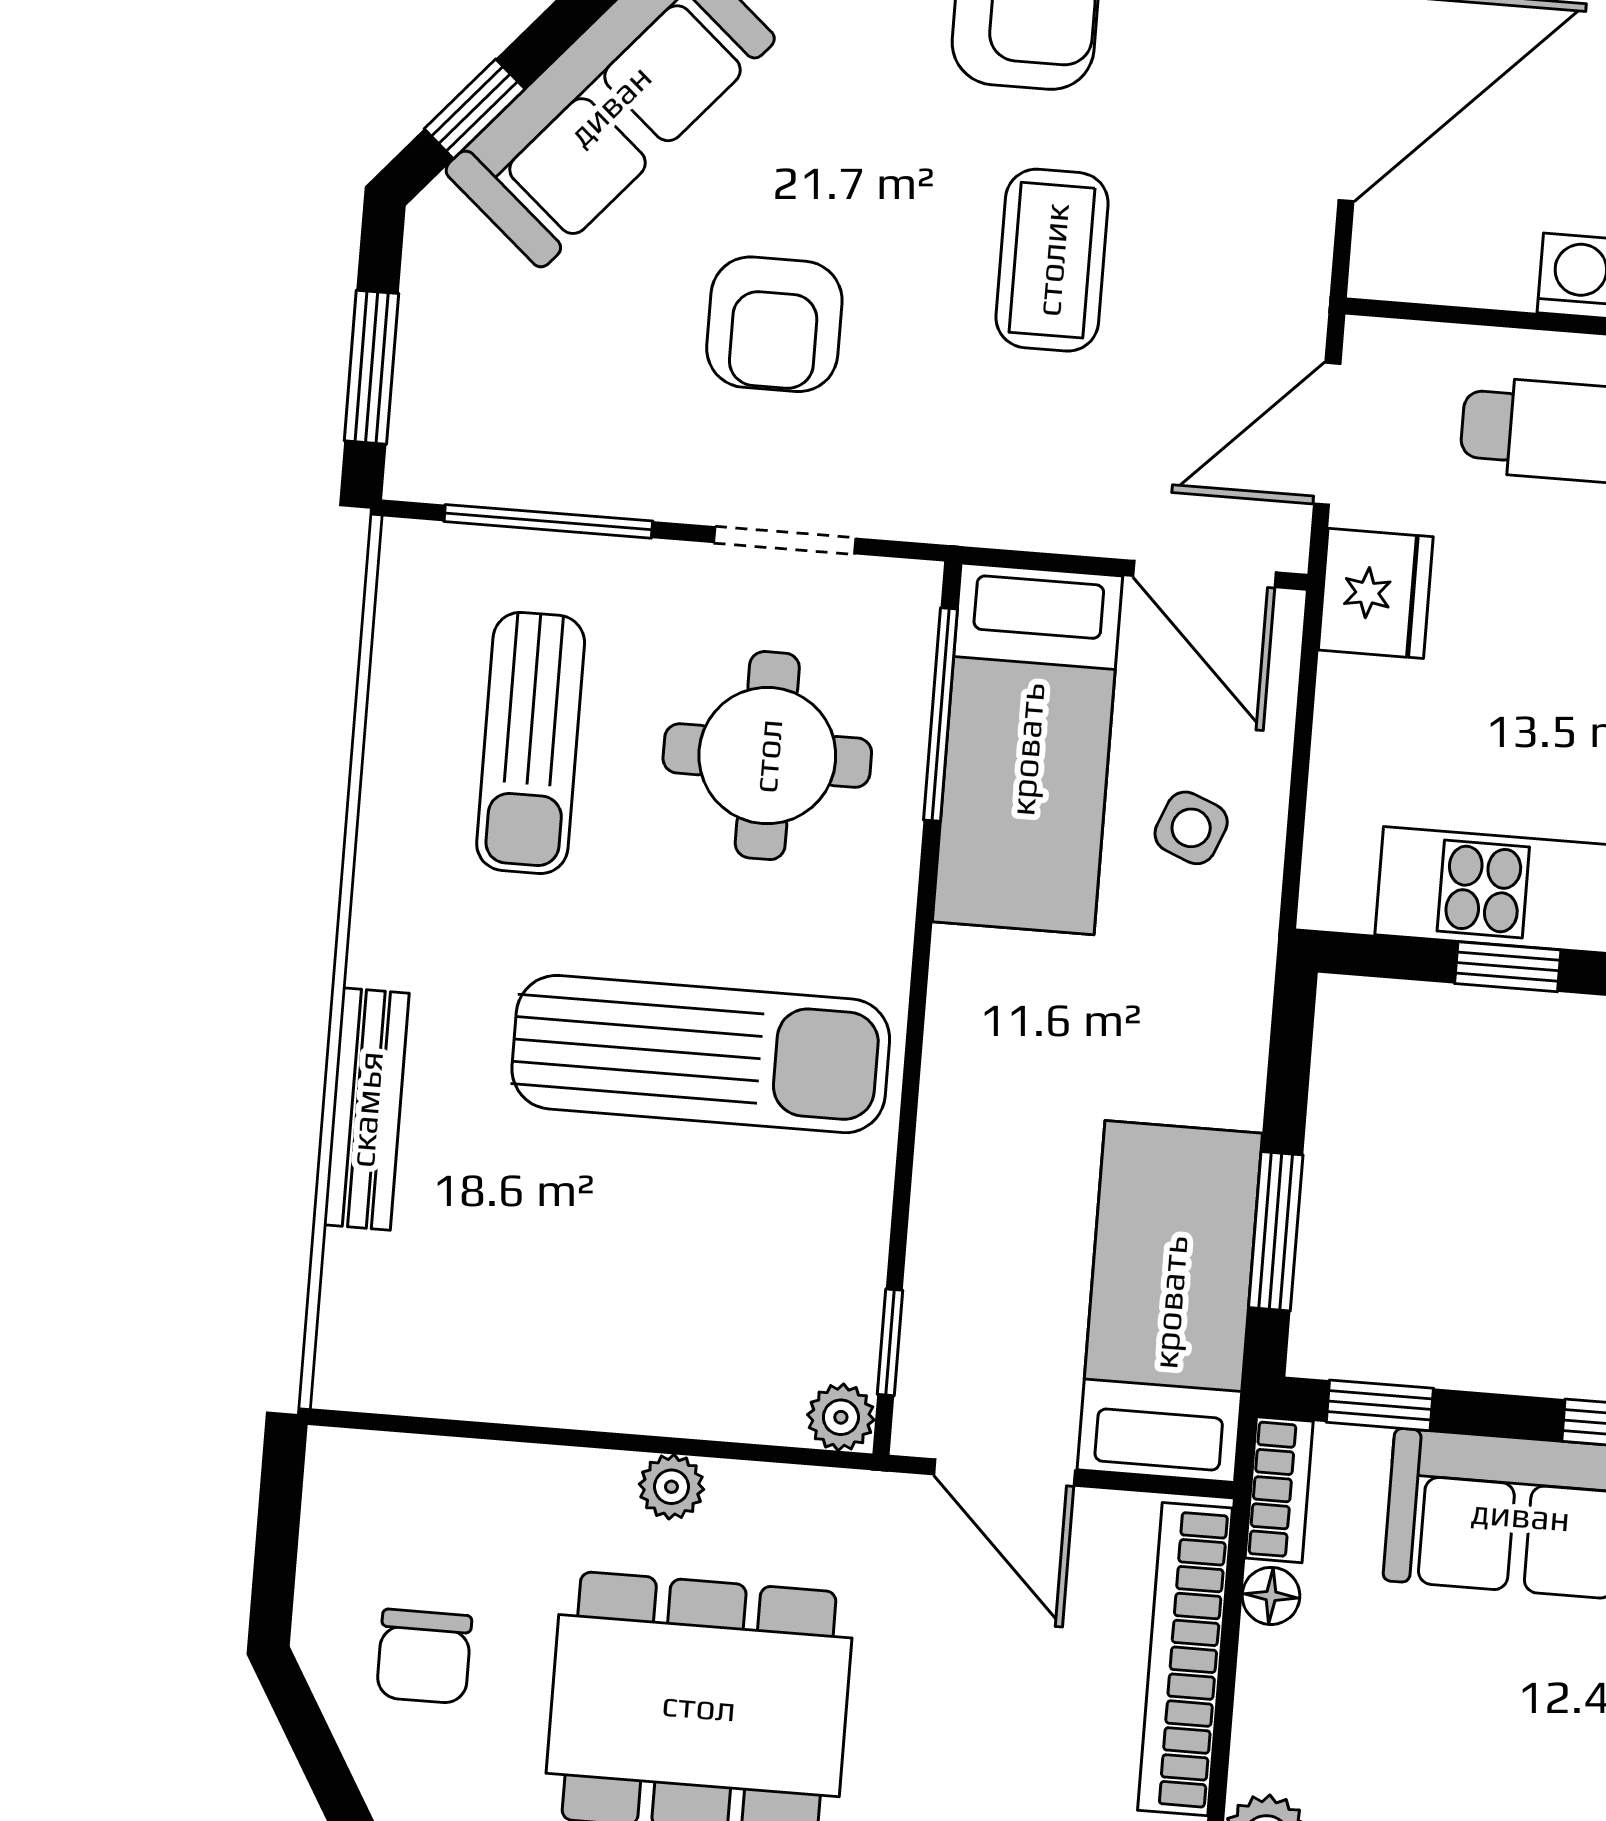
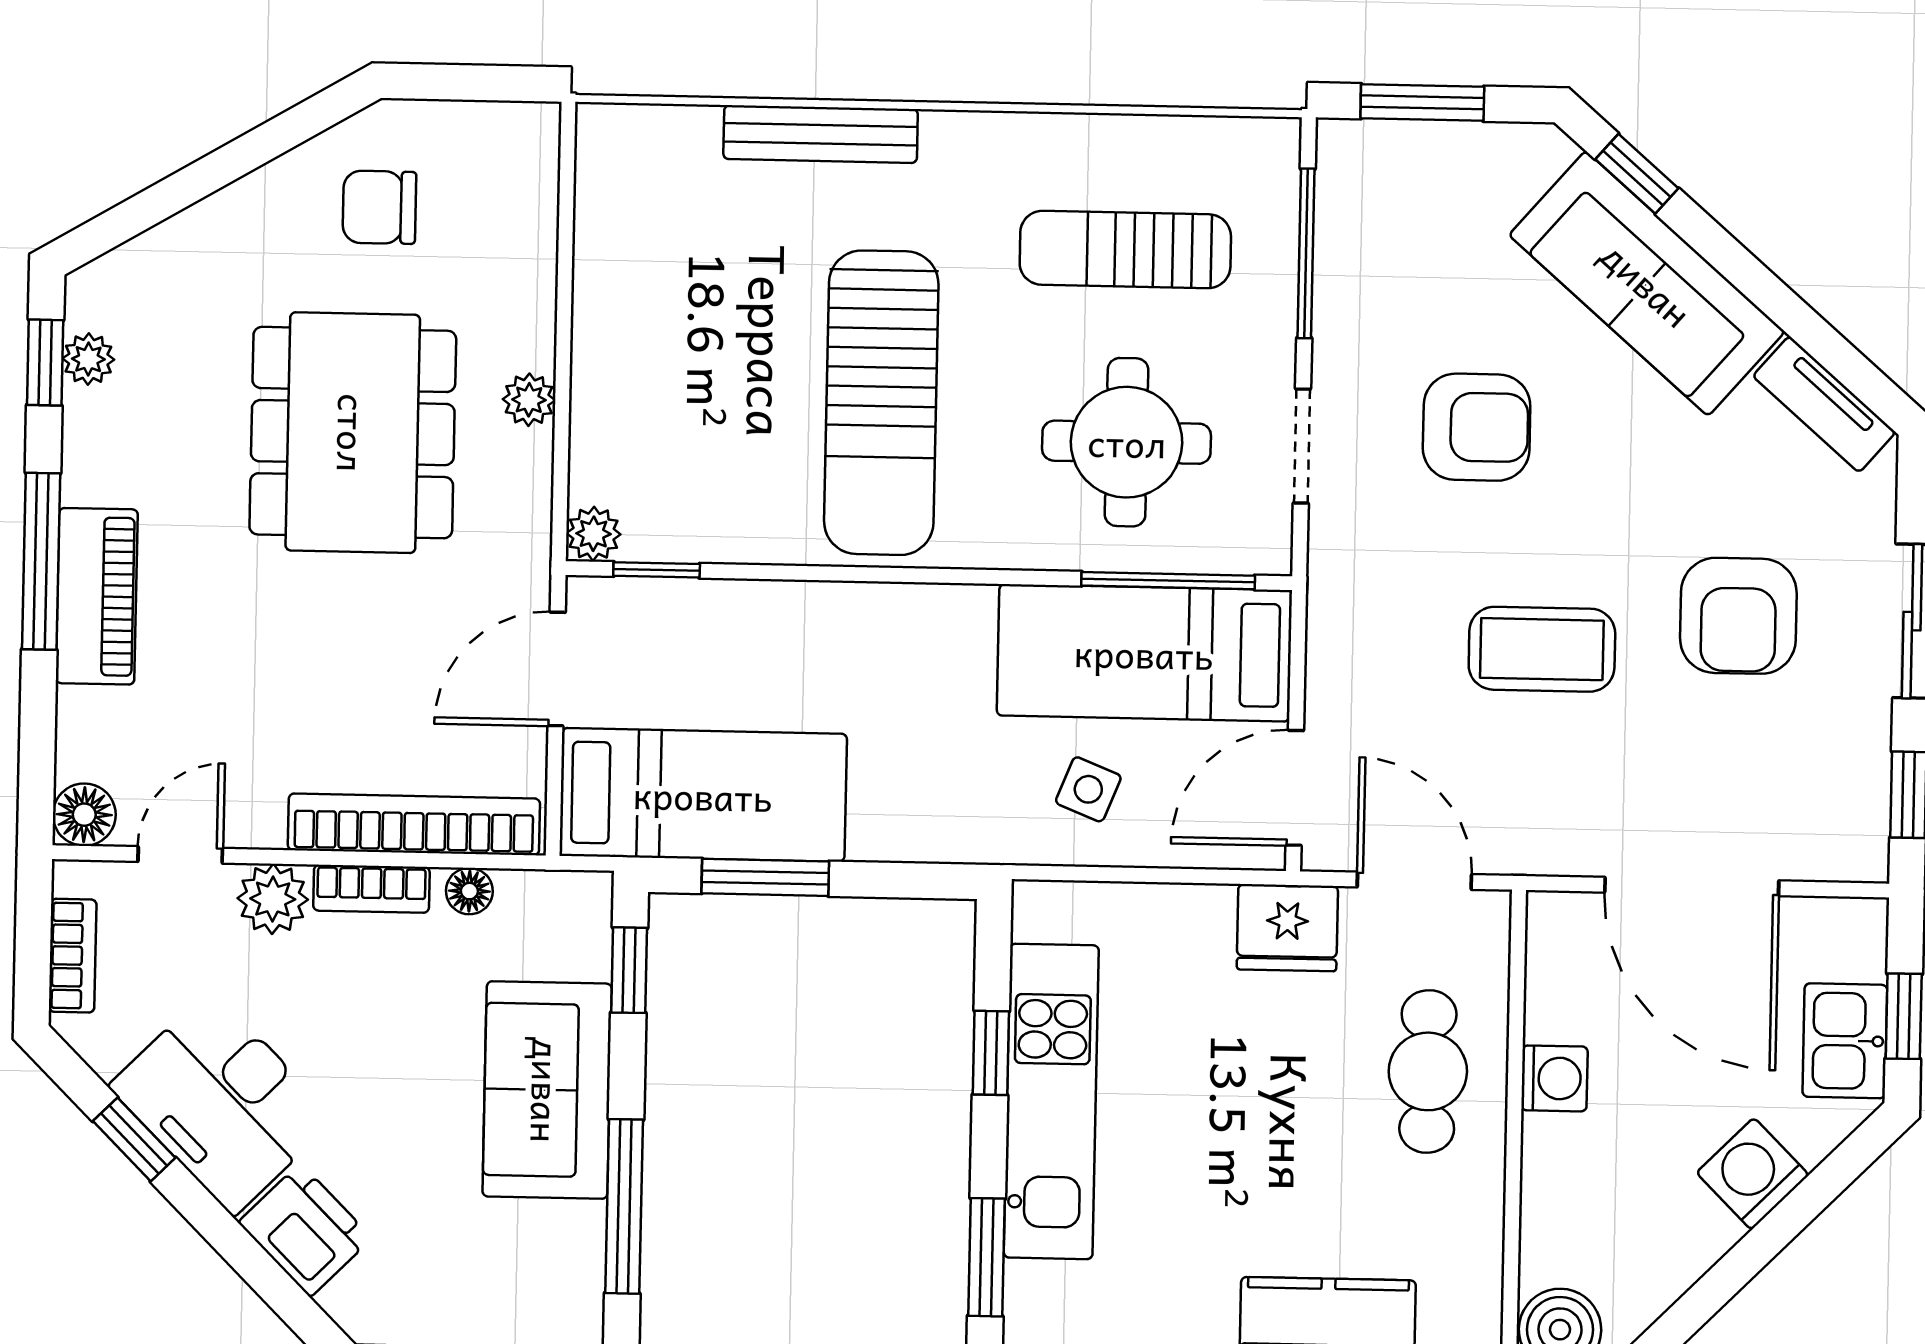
armchair: (774, 324) -> (1477, 427), turned 180
bookcase: (1279, 1490) -> (371, 889), moved

